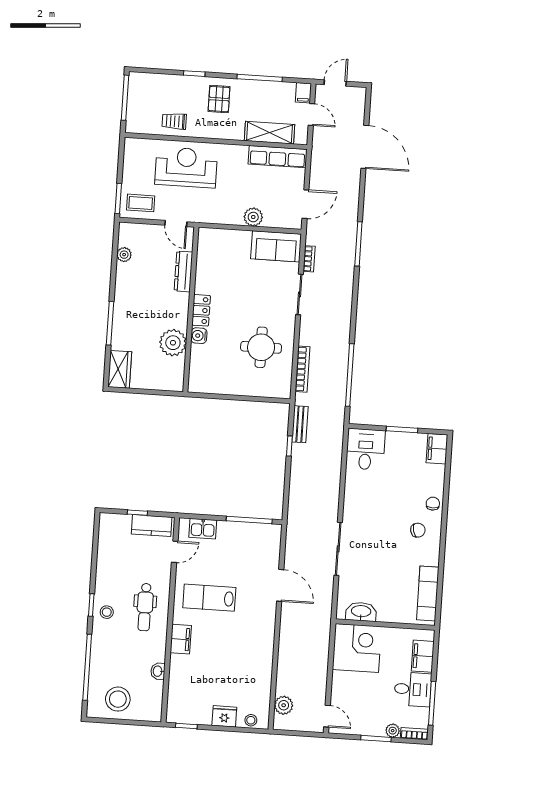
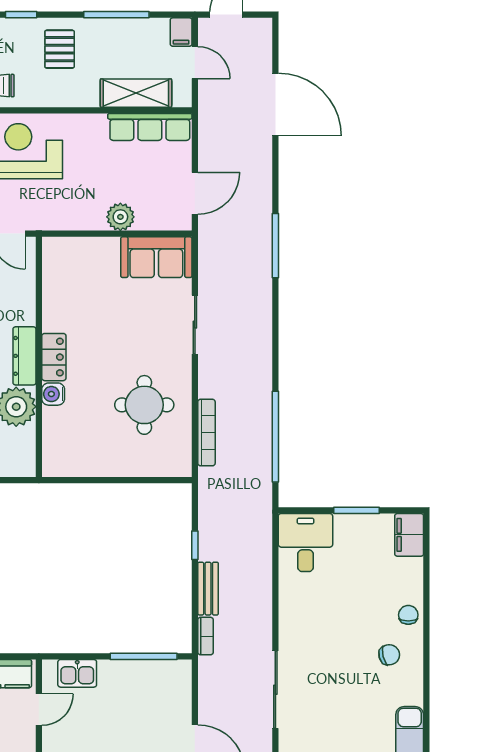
bookcase: (309, 259) -> (205, 636), moved
dresser: (183, 271) -> (24, 356), moved
bench: (300, 424) -> (208, 589), moved

